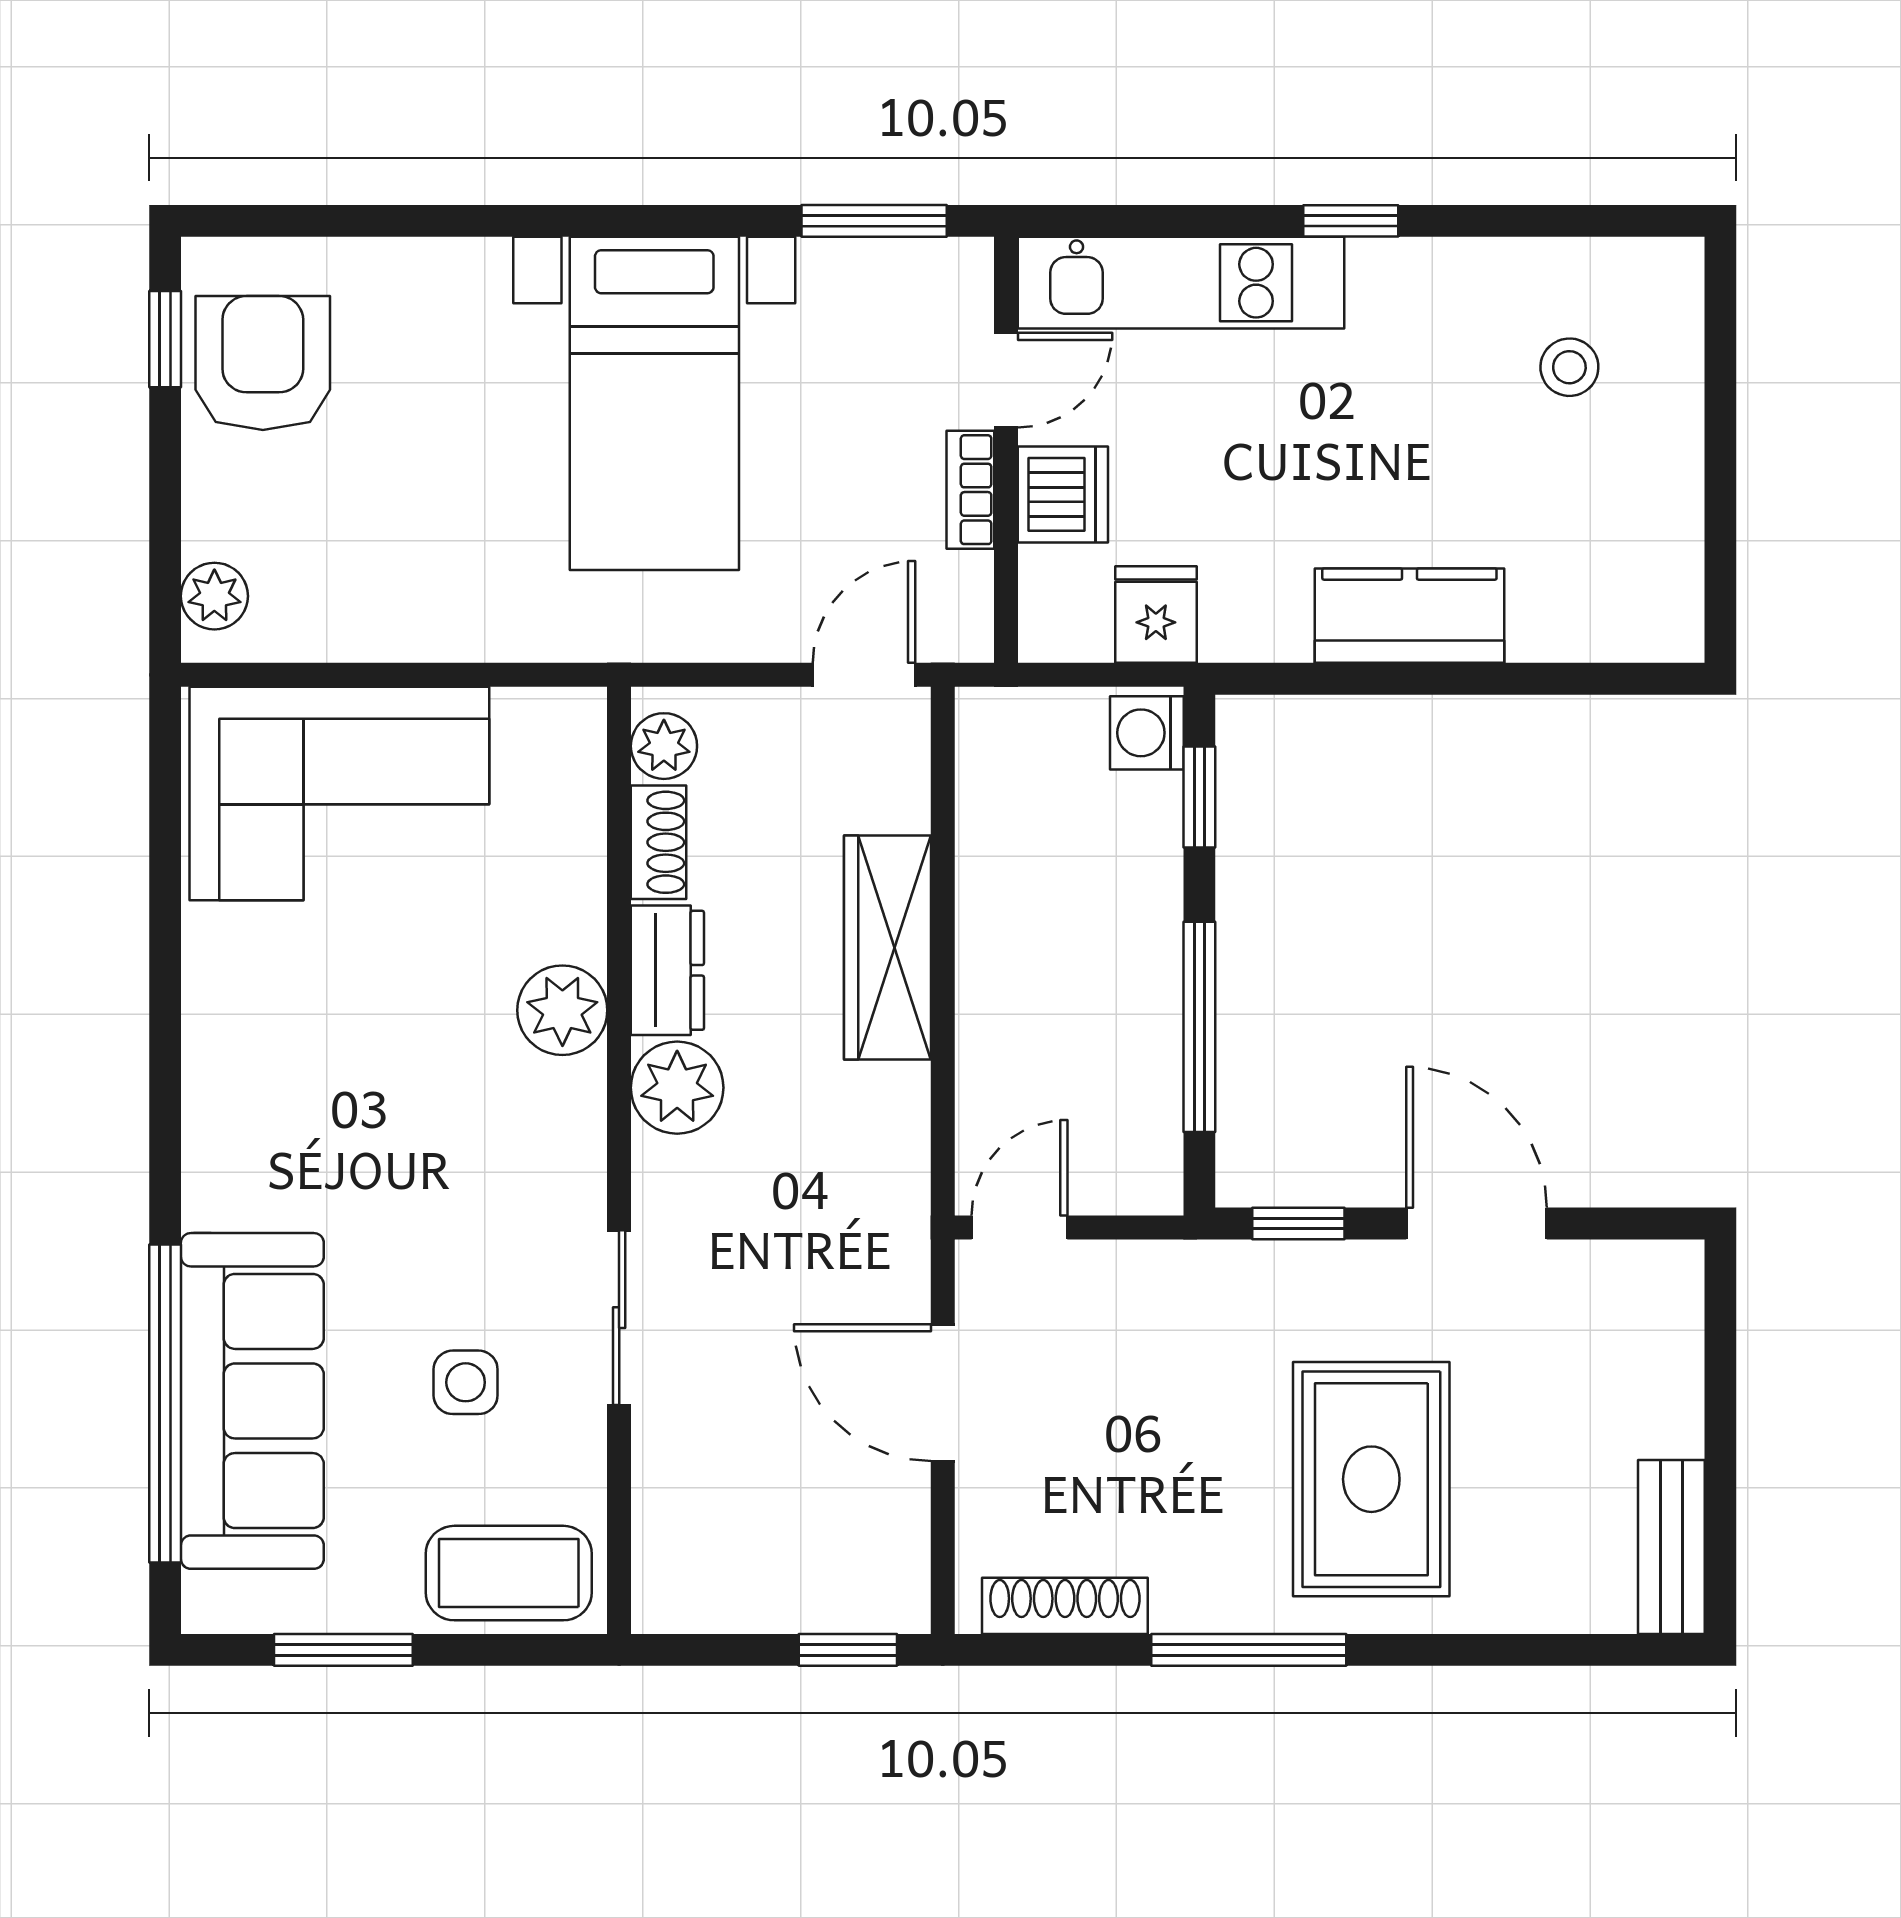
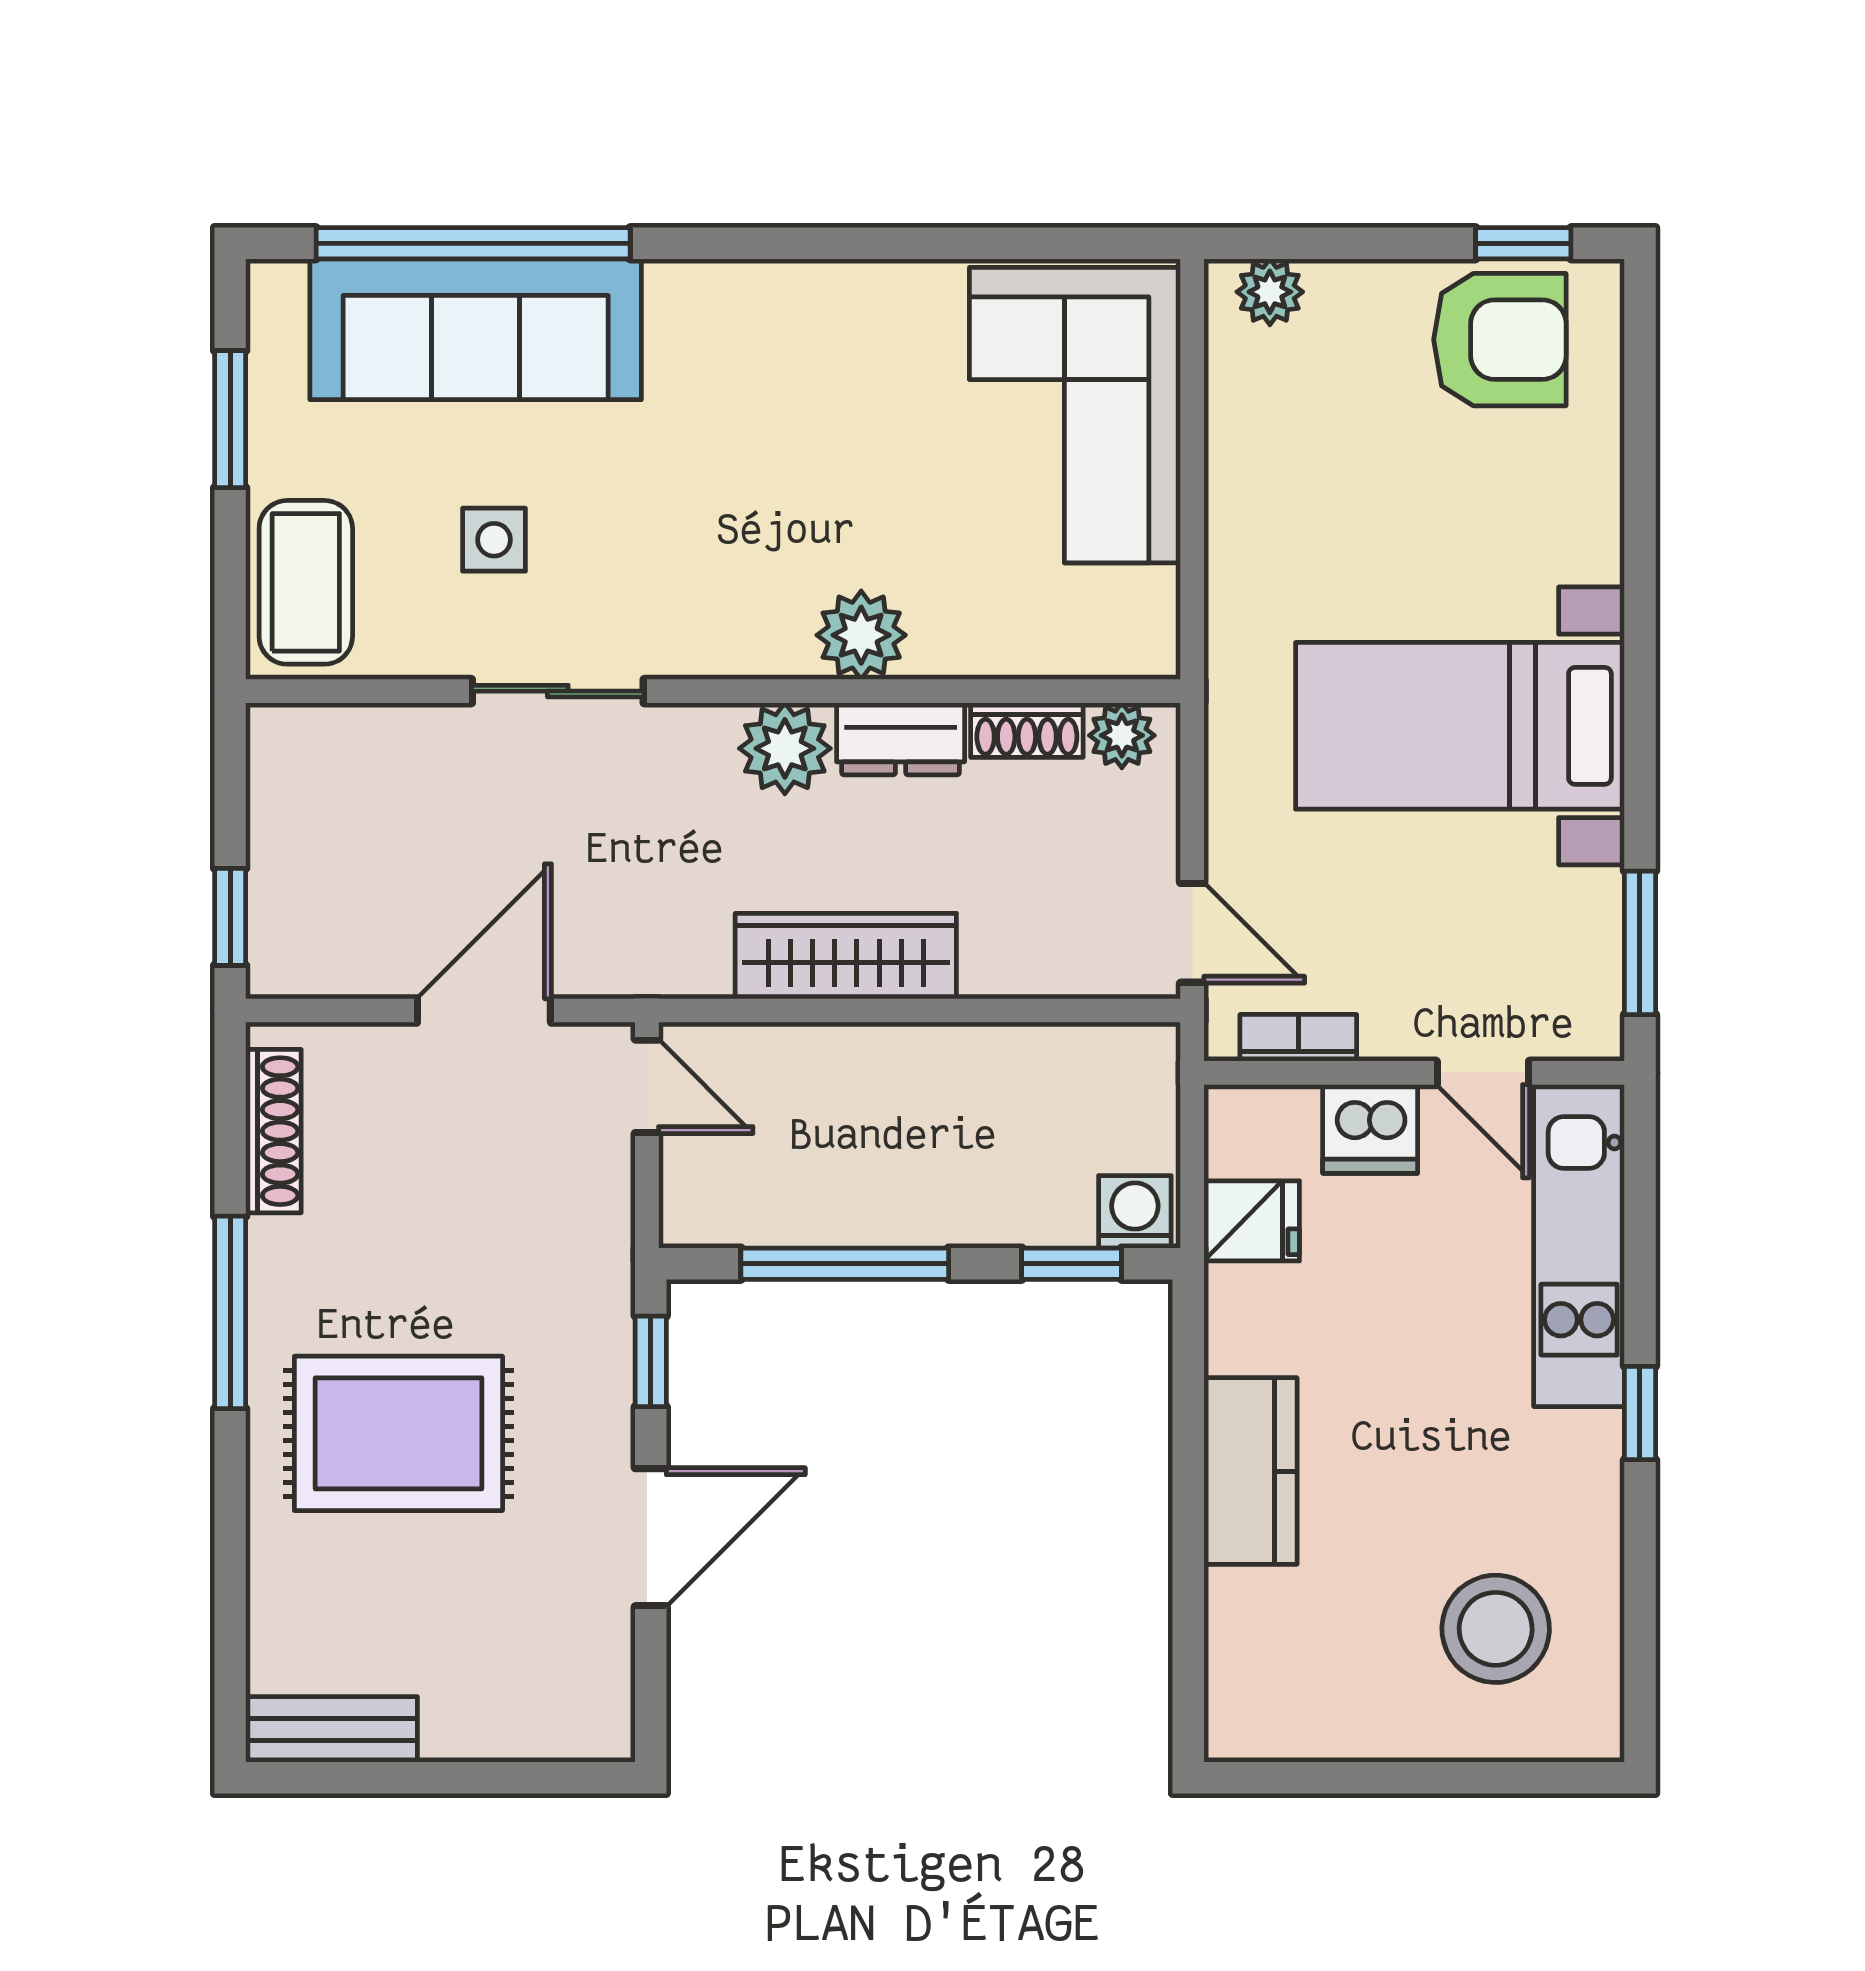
stool: (1569, 367) -> (1496, 1629), width x1.89, depth x1.89
bookcase: (970, 490) -> (1298, 1038), moved
wardrobe: (888, 948) -> (846, 956), moved

